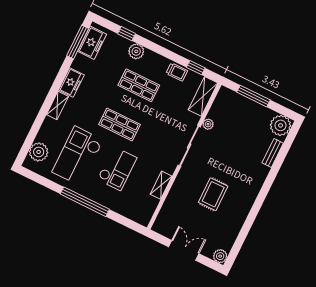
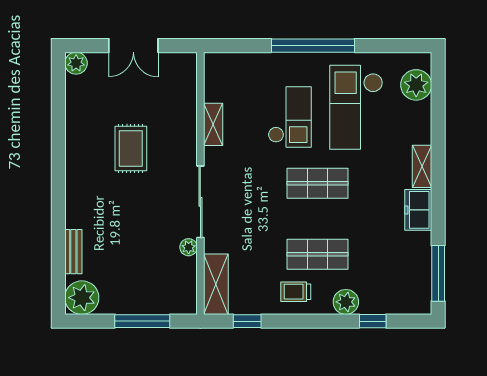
freezer: (92, 43) -> (417, 283), removed
trolley: (177, 72) -> (296, 292), moved
checkout: (78, 156) -> (356, 107), turned 180
checkout: (117, 169) -> (290, 117), turned 180

